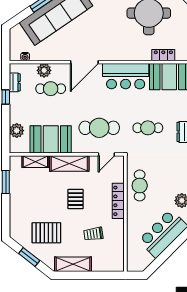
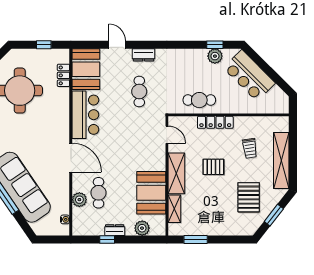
dresser: (15, 82) -> (115, 230), moved
cafe table: (99, 128) -> (139, 142), removed
shelving: (73, 264) -> (281, 161), width x1.47

